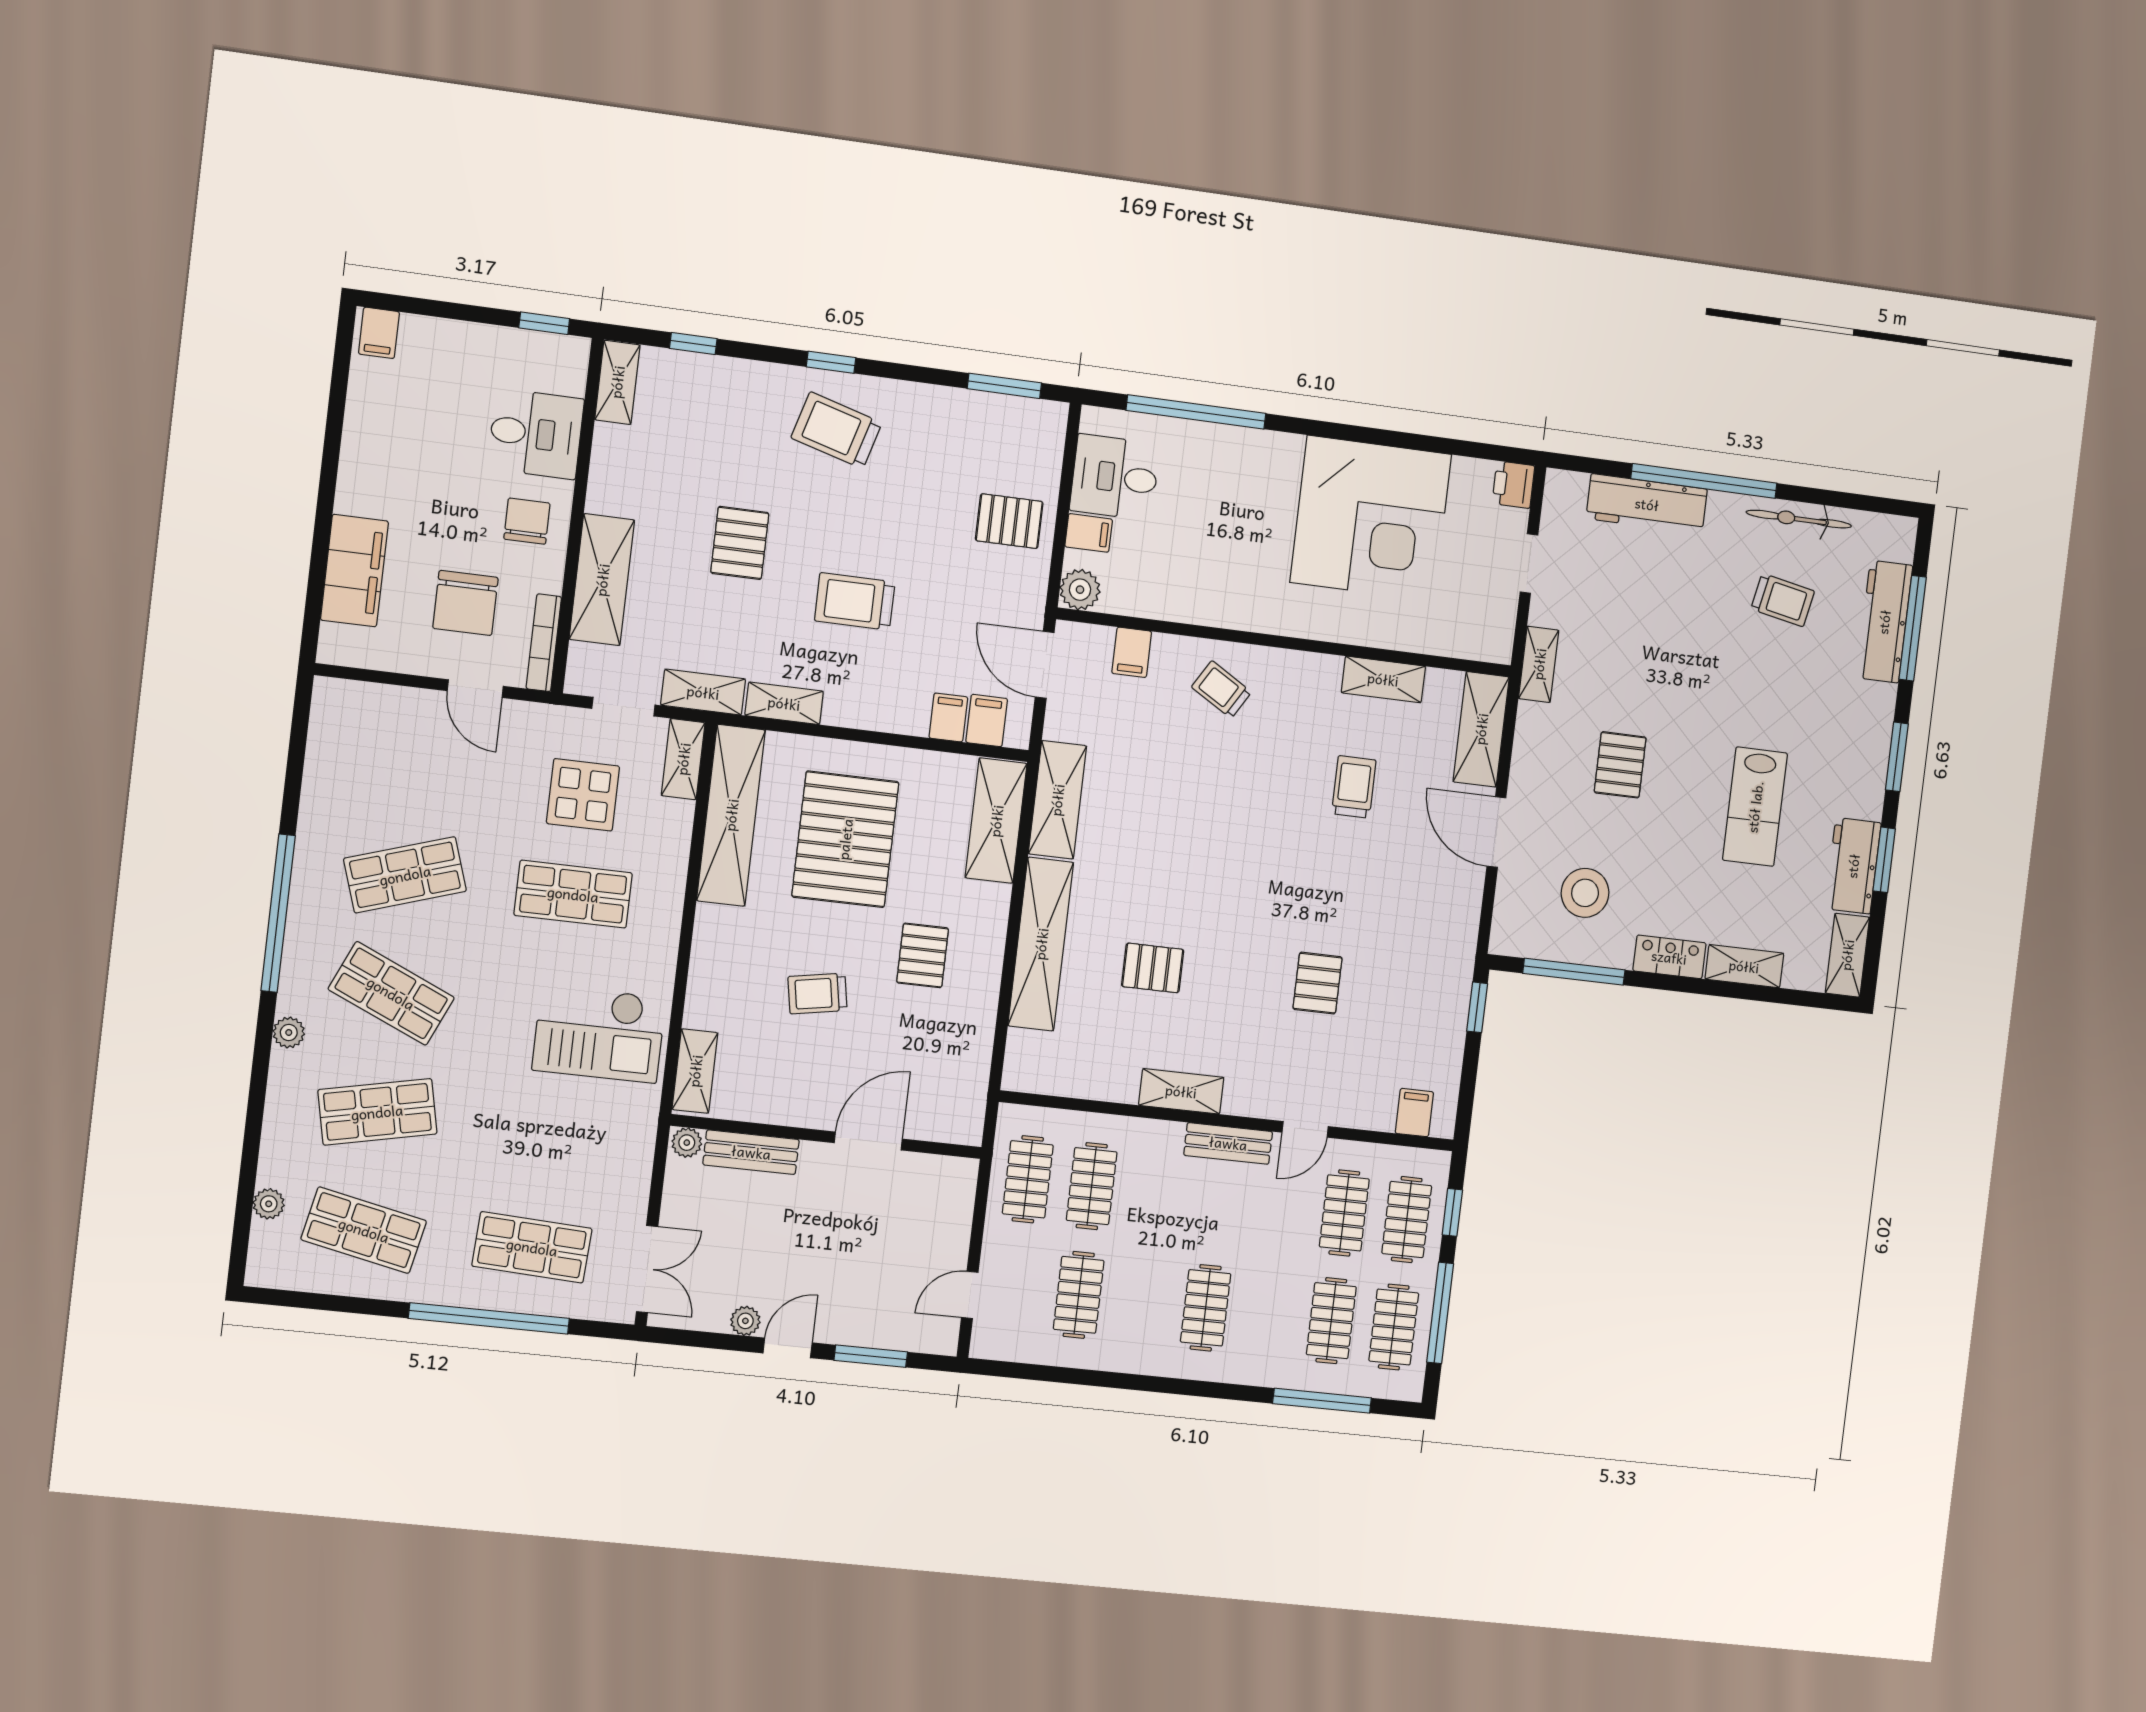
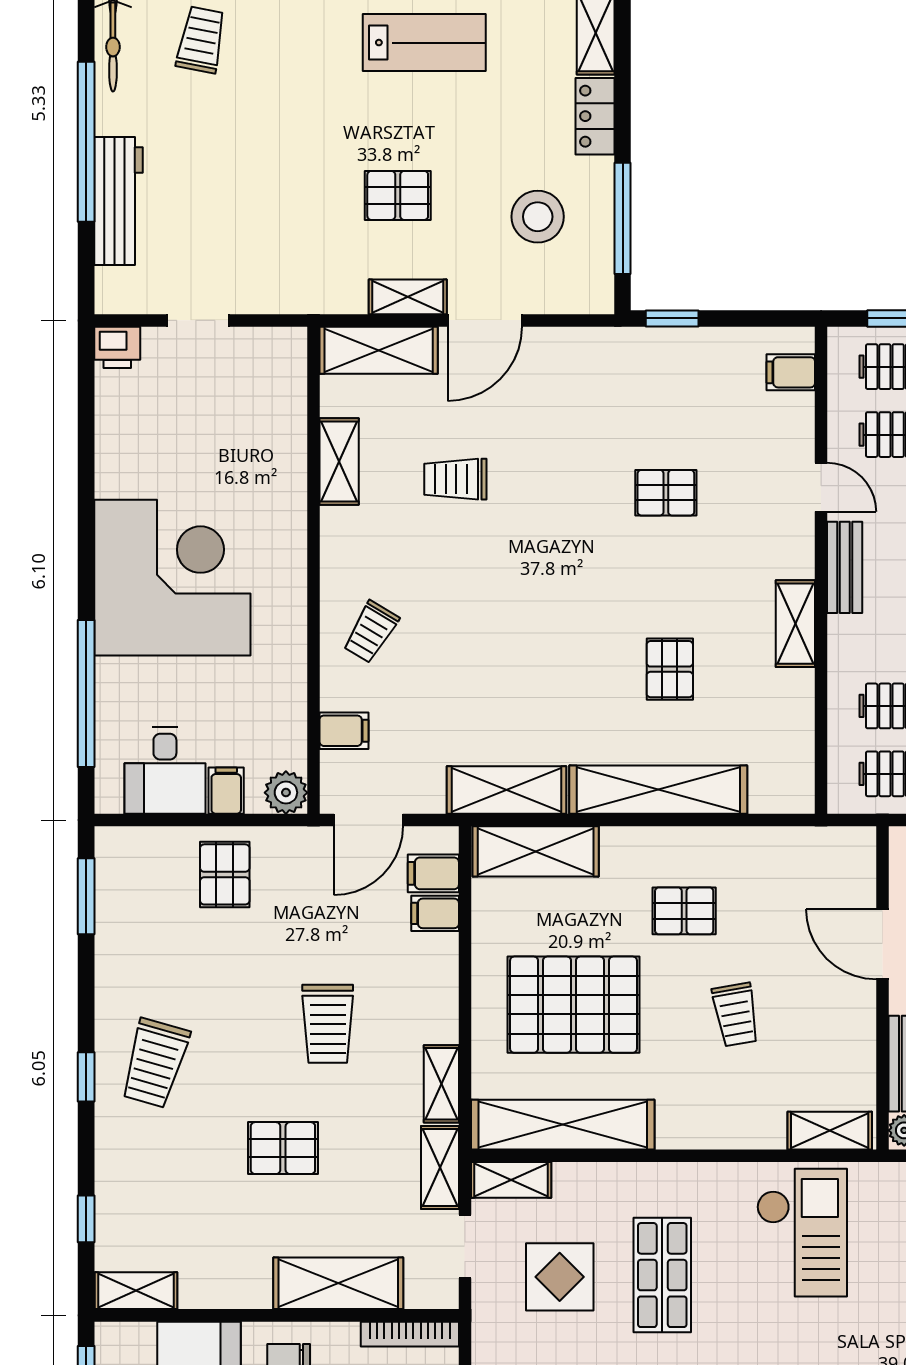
corner desk: (1371, 518) -> (172, 578), moved
shelving: (1539, 664) -> (408, 297), moved

